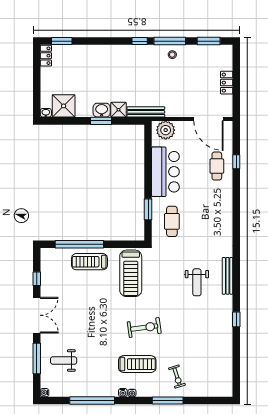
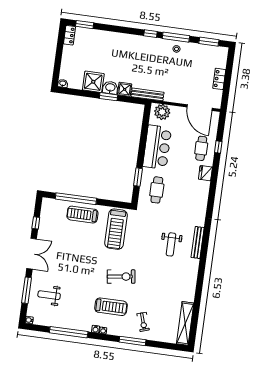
shower: (64, 106) -> (93, 82), moved
fridge: (226, 194) -> (205, 173), added
window: (236, 319) -> (200, 280), removed
shelving: (226, 372) -> (185, 323), added

